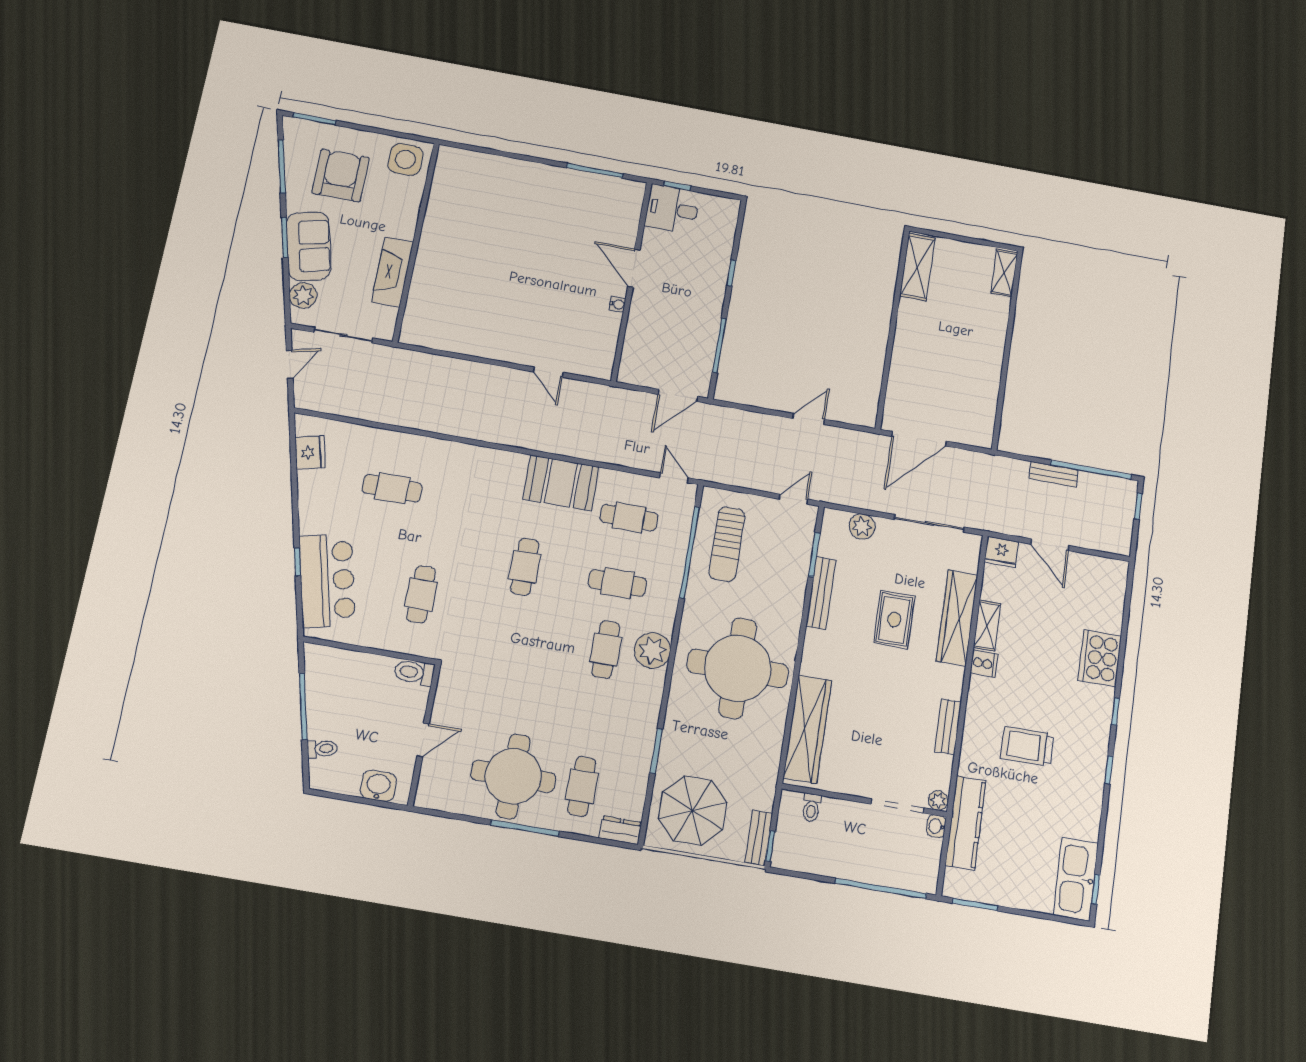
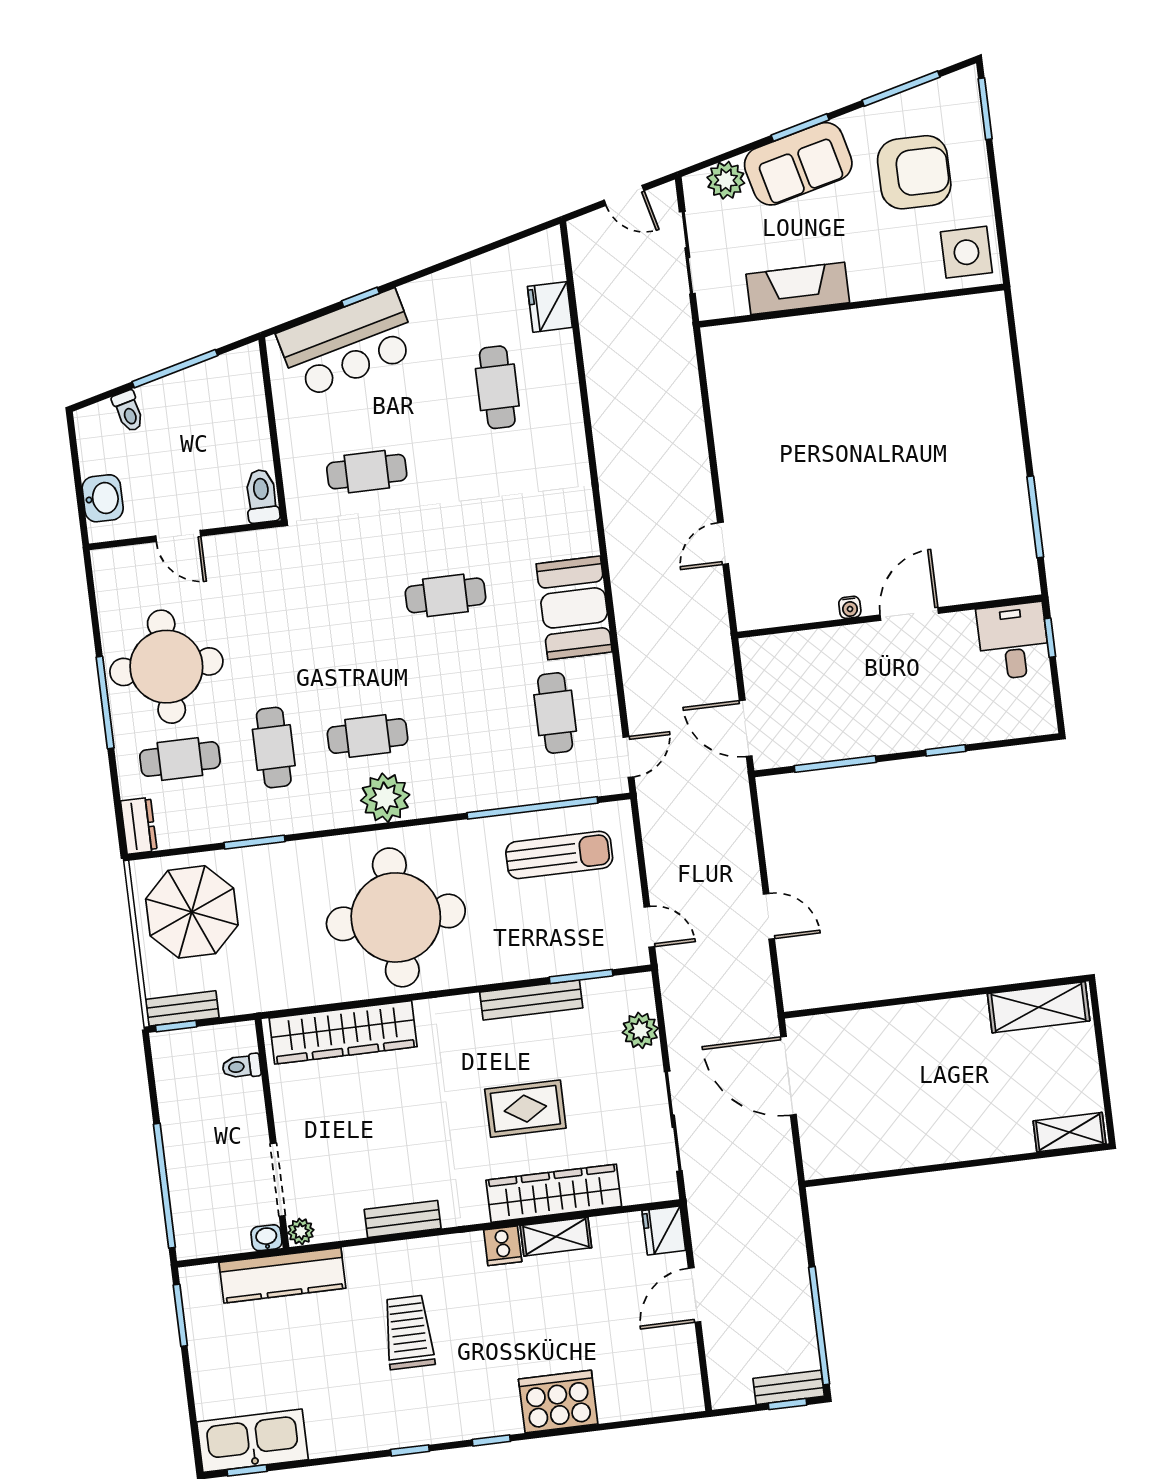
fridge: (310, 452) -> (550, 307), moved, turned 104
bench: (1054, 474) -> (789, 1387), moved, turned 90
sun lounger: (727, 544) -> (559, 855), turned 180
cafe table: (617, 583) -> (274, 748), moved

